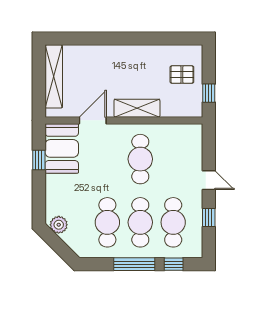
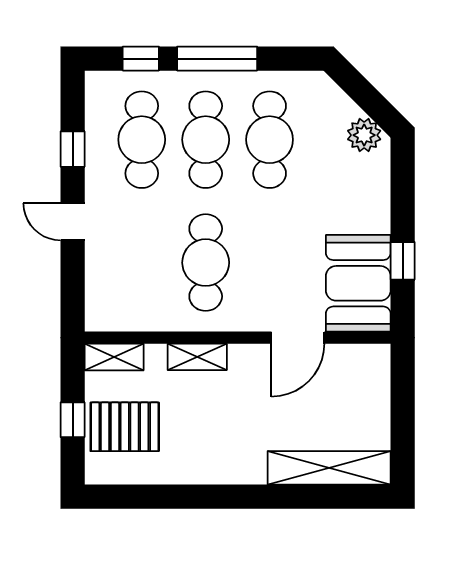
pallet: (182, 75) -> (125, 427), width x1.50, depth x1.42
shelving: (54, 76) -> (329, 468), moved, turned 90
window: (209, 93) -> (73, 420), moved
shelving: (137, 108) -> (197, 357), width x0.67, depth x0.75
shelving: (187, 110) -> (114, 357), added

